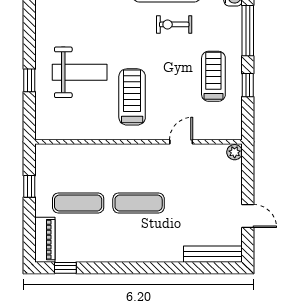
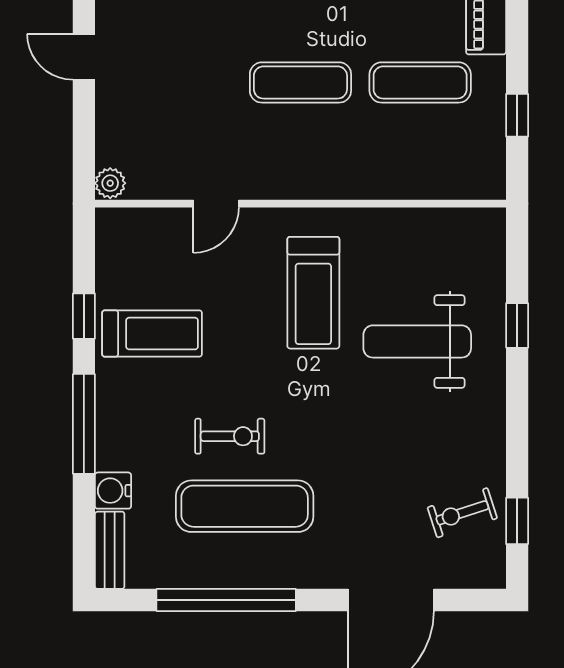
treadmill: (213, 76) -> (152, 334), turned -90

